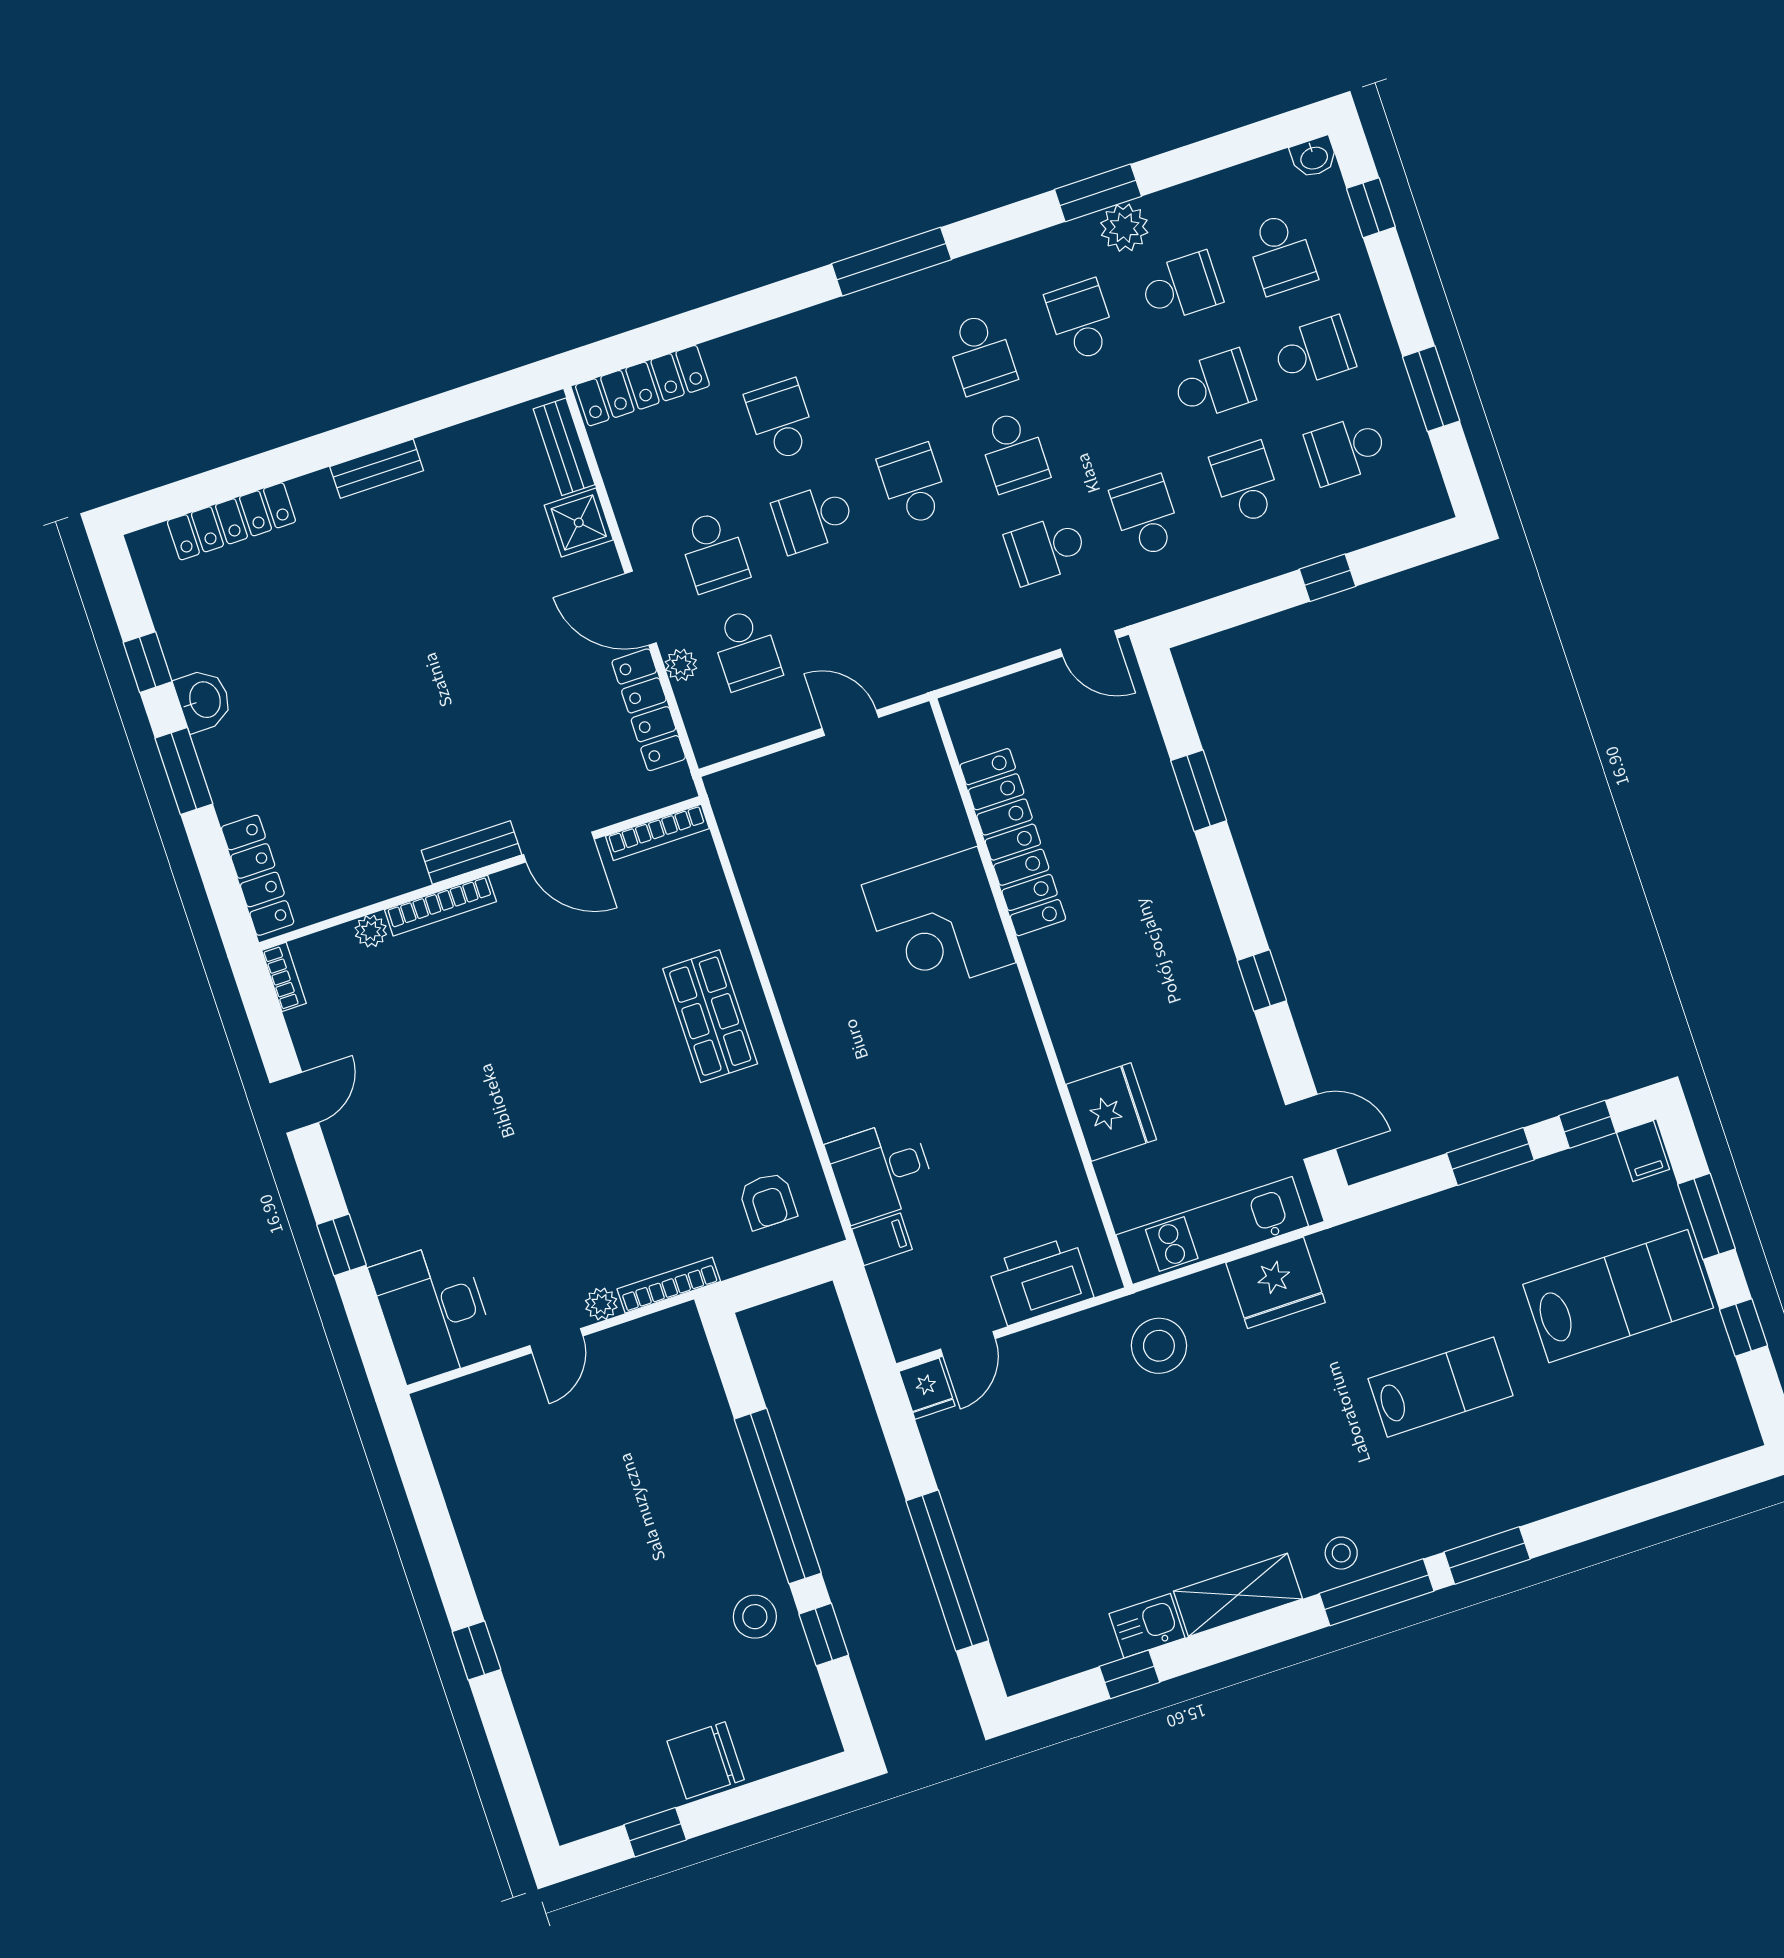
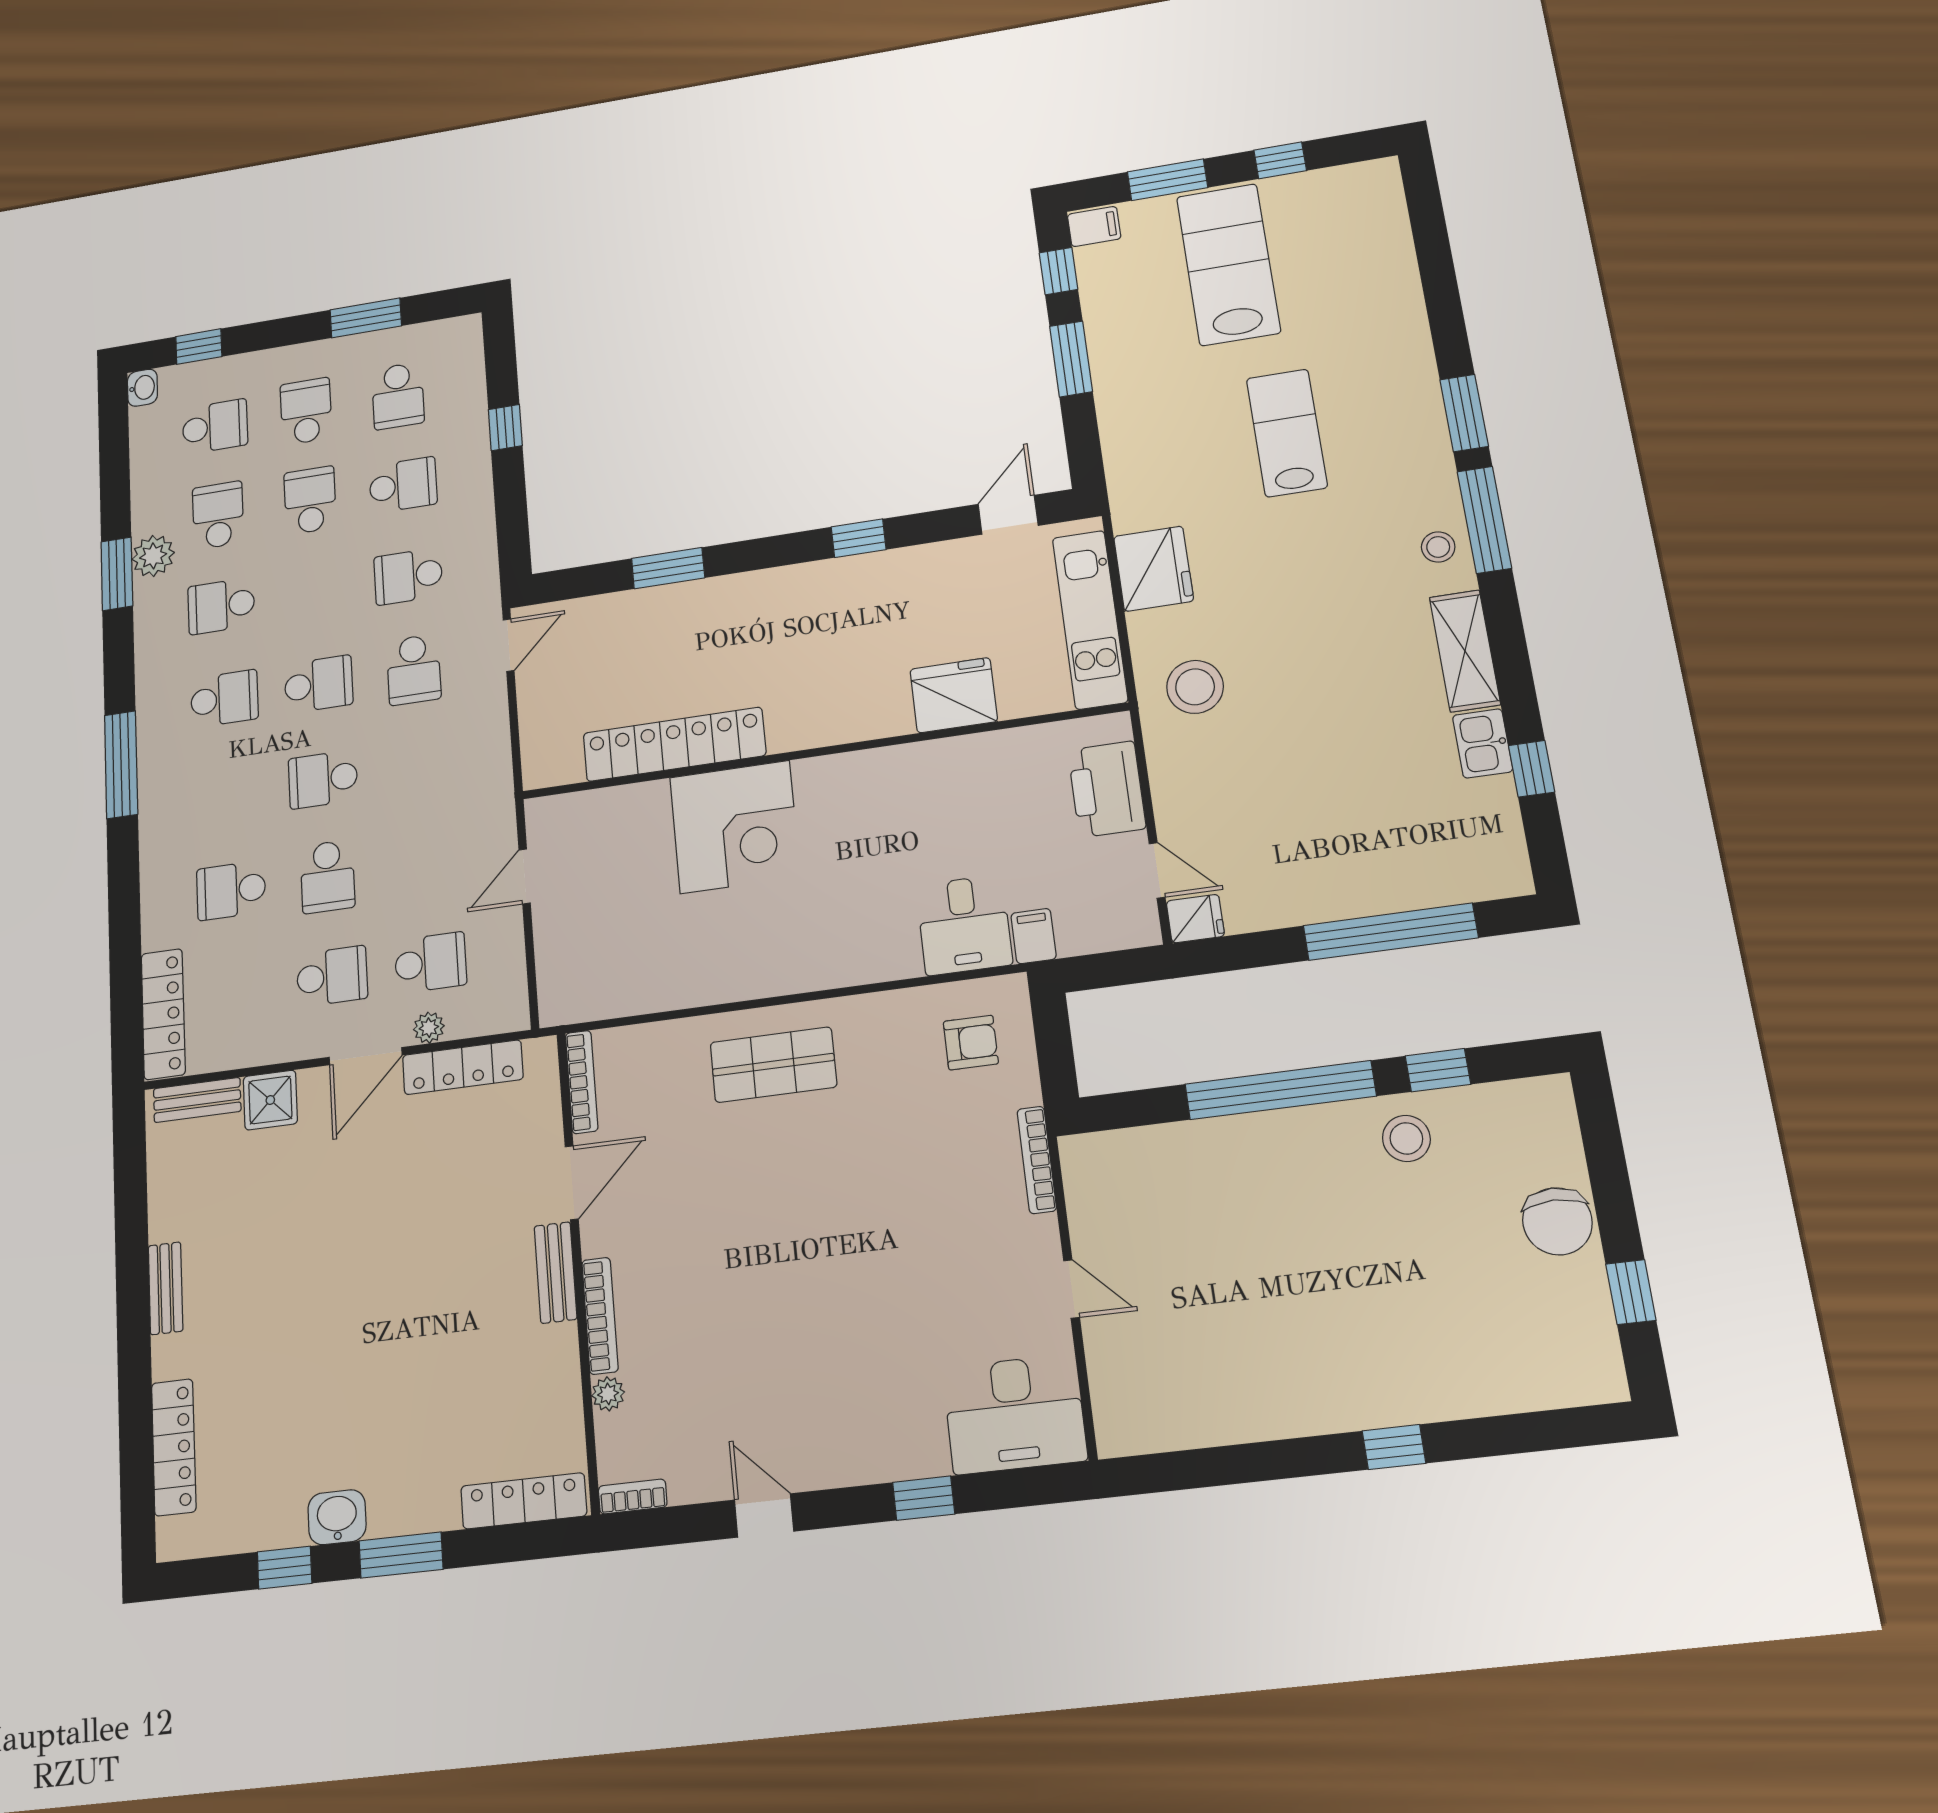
school desk: (1246, 483) -> (403, 485), turned 180
plant: (601, 1304) -> (1042, 1234), removed

